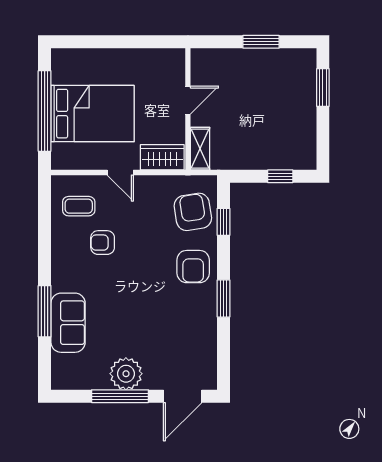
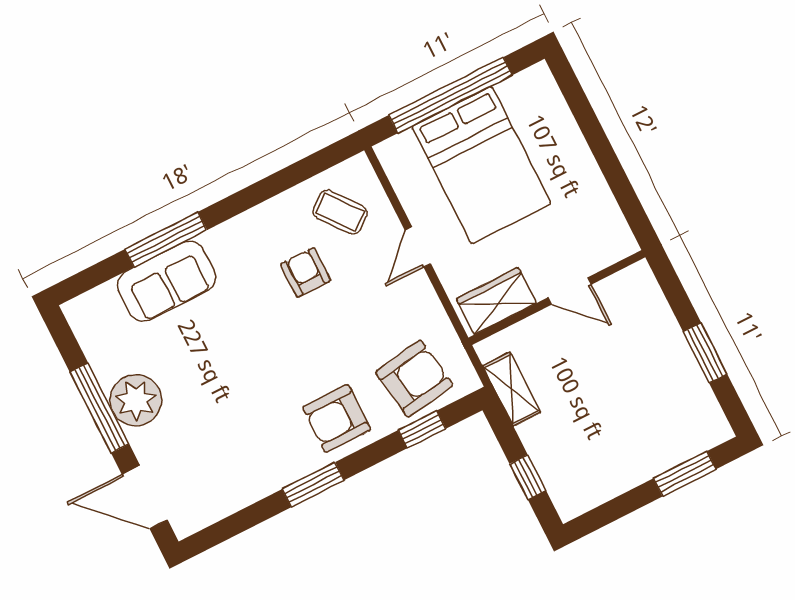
shelving: (200, 149) -> (512, 389), moved, turned 90
wardrobe: (162, 157) -> (496, 301), moved, turned -90
coffee table: (79, 206) -> (340, 212), turned -38

